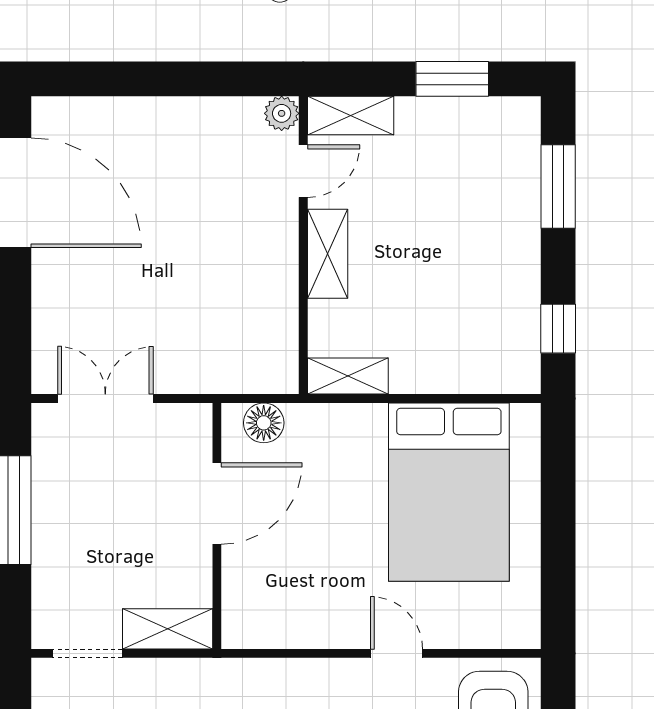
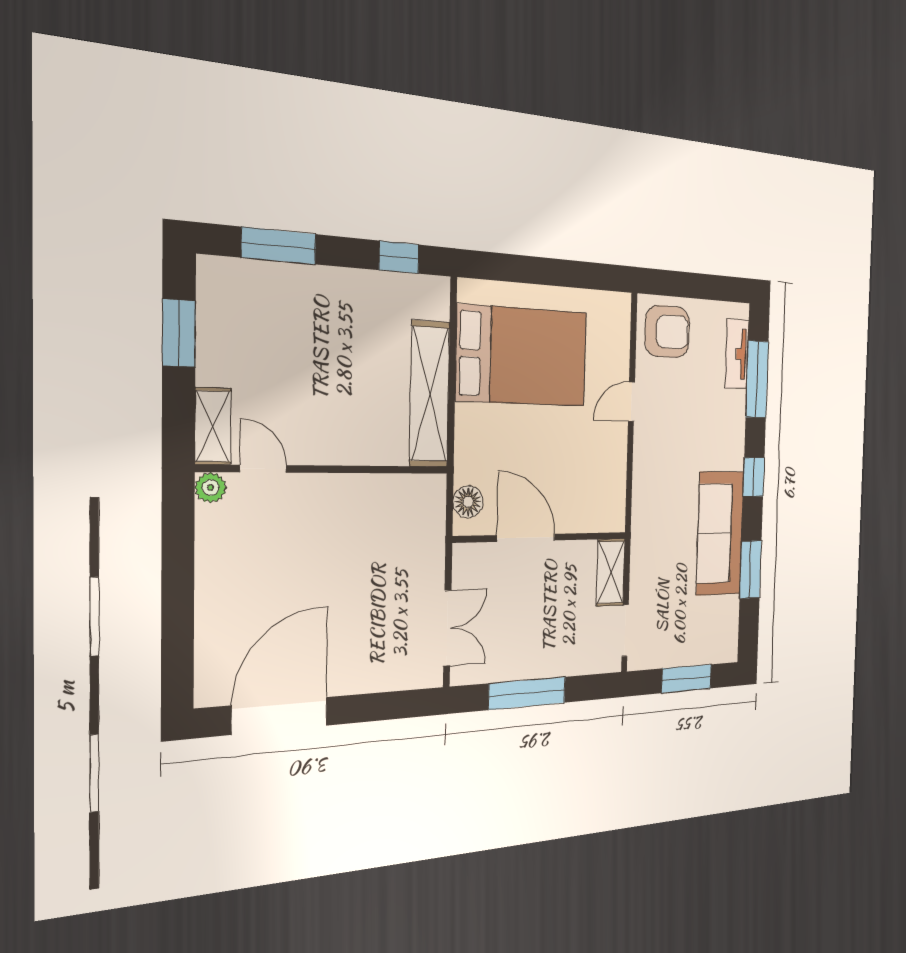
shelving: (328, 254) -> (335, 449), removed
shelving: (348, 376) -> (430, 394), width x2.20, depth x1.33
double door: (105, 398) -> (447, 628), swing flipped

